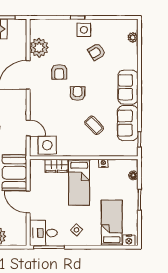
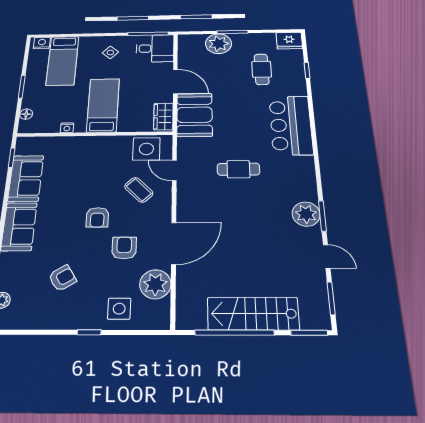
side table: (84, 30) -> (119, 309), moved
coffee table: (94, 125) -> (139, 190), moved
wardrobe: (56, 166) -> (163, 116), moved, turned -90

